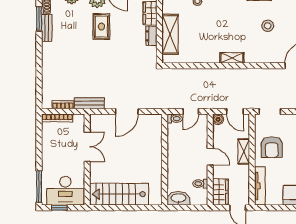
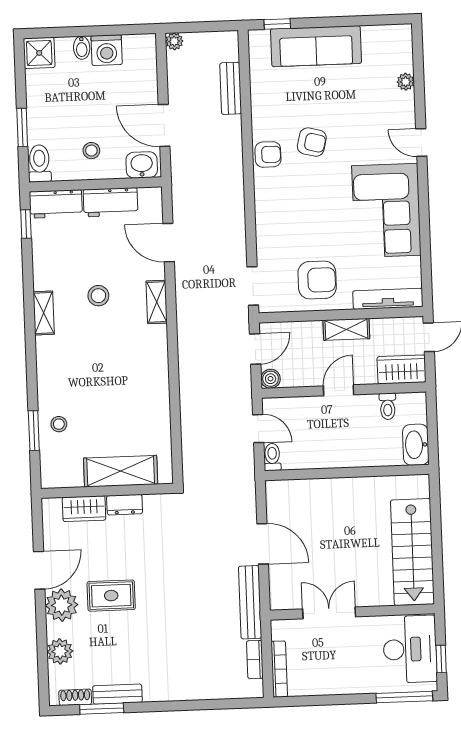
shelving: (232, 58) -> (157, 302), moved
bench: (89, 103) -> (250, 602), width x1.36
shelving: (244, 151) -> (346, 329), moved

